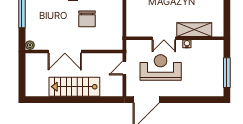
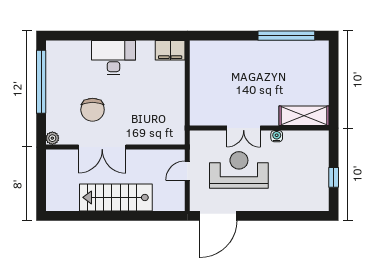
chair: (87, 19) -> (93, 110), moved
shelving: (194, 30) -> (304, 116), moved
window: (227, 73) -> (334, 177), width x0.46

